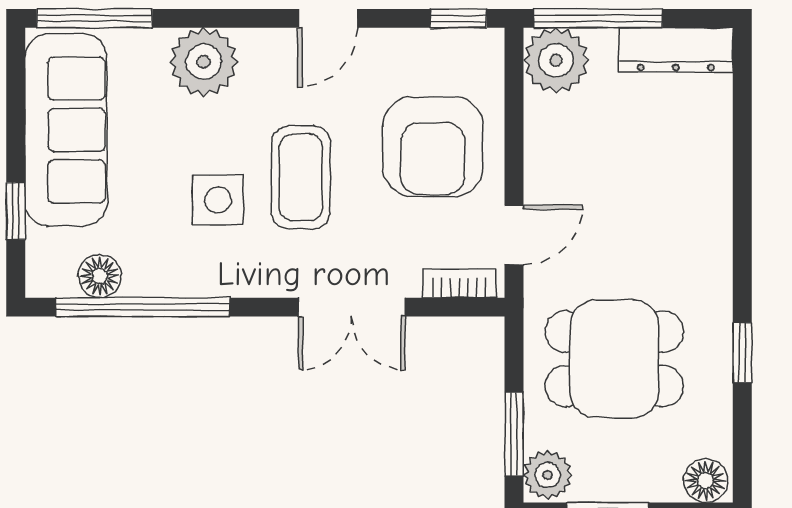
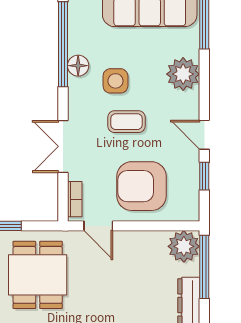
window: (458, 18) -> (204, 176), moved
coffee table: (301, 177) -> (127, 122), width x0.73, depth x0.77
floor lamp: (100, 276) -> (78, 66), moved

